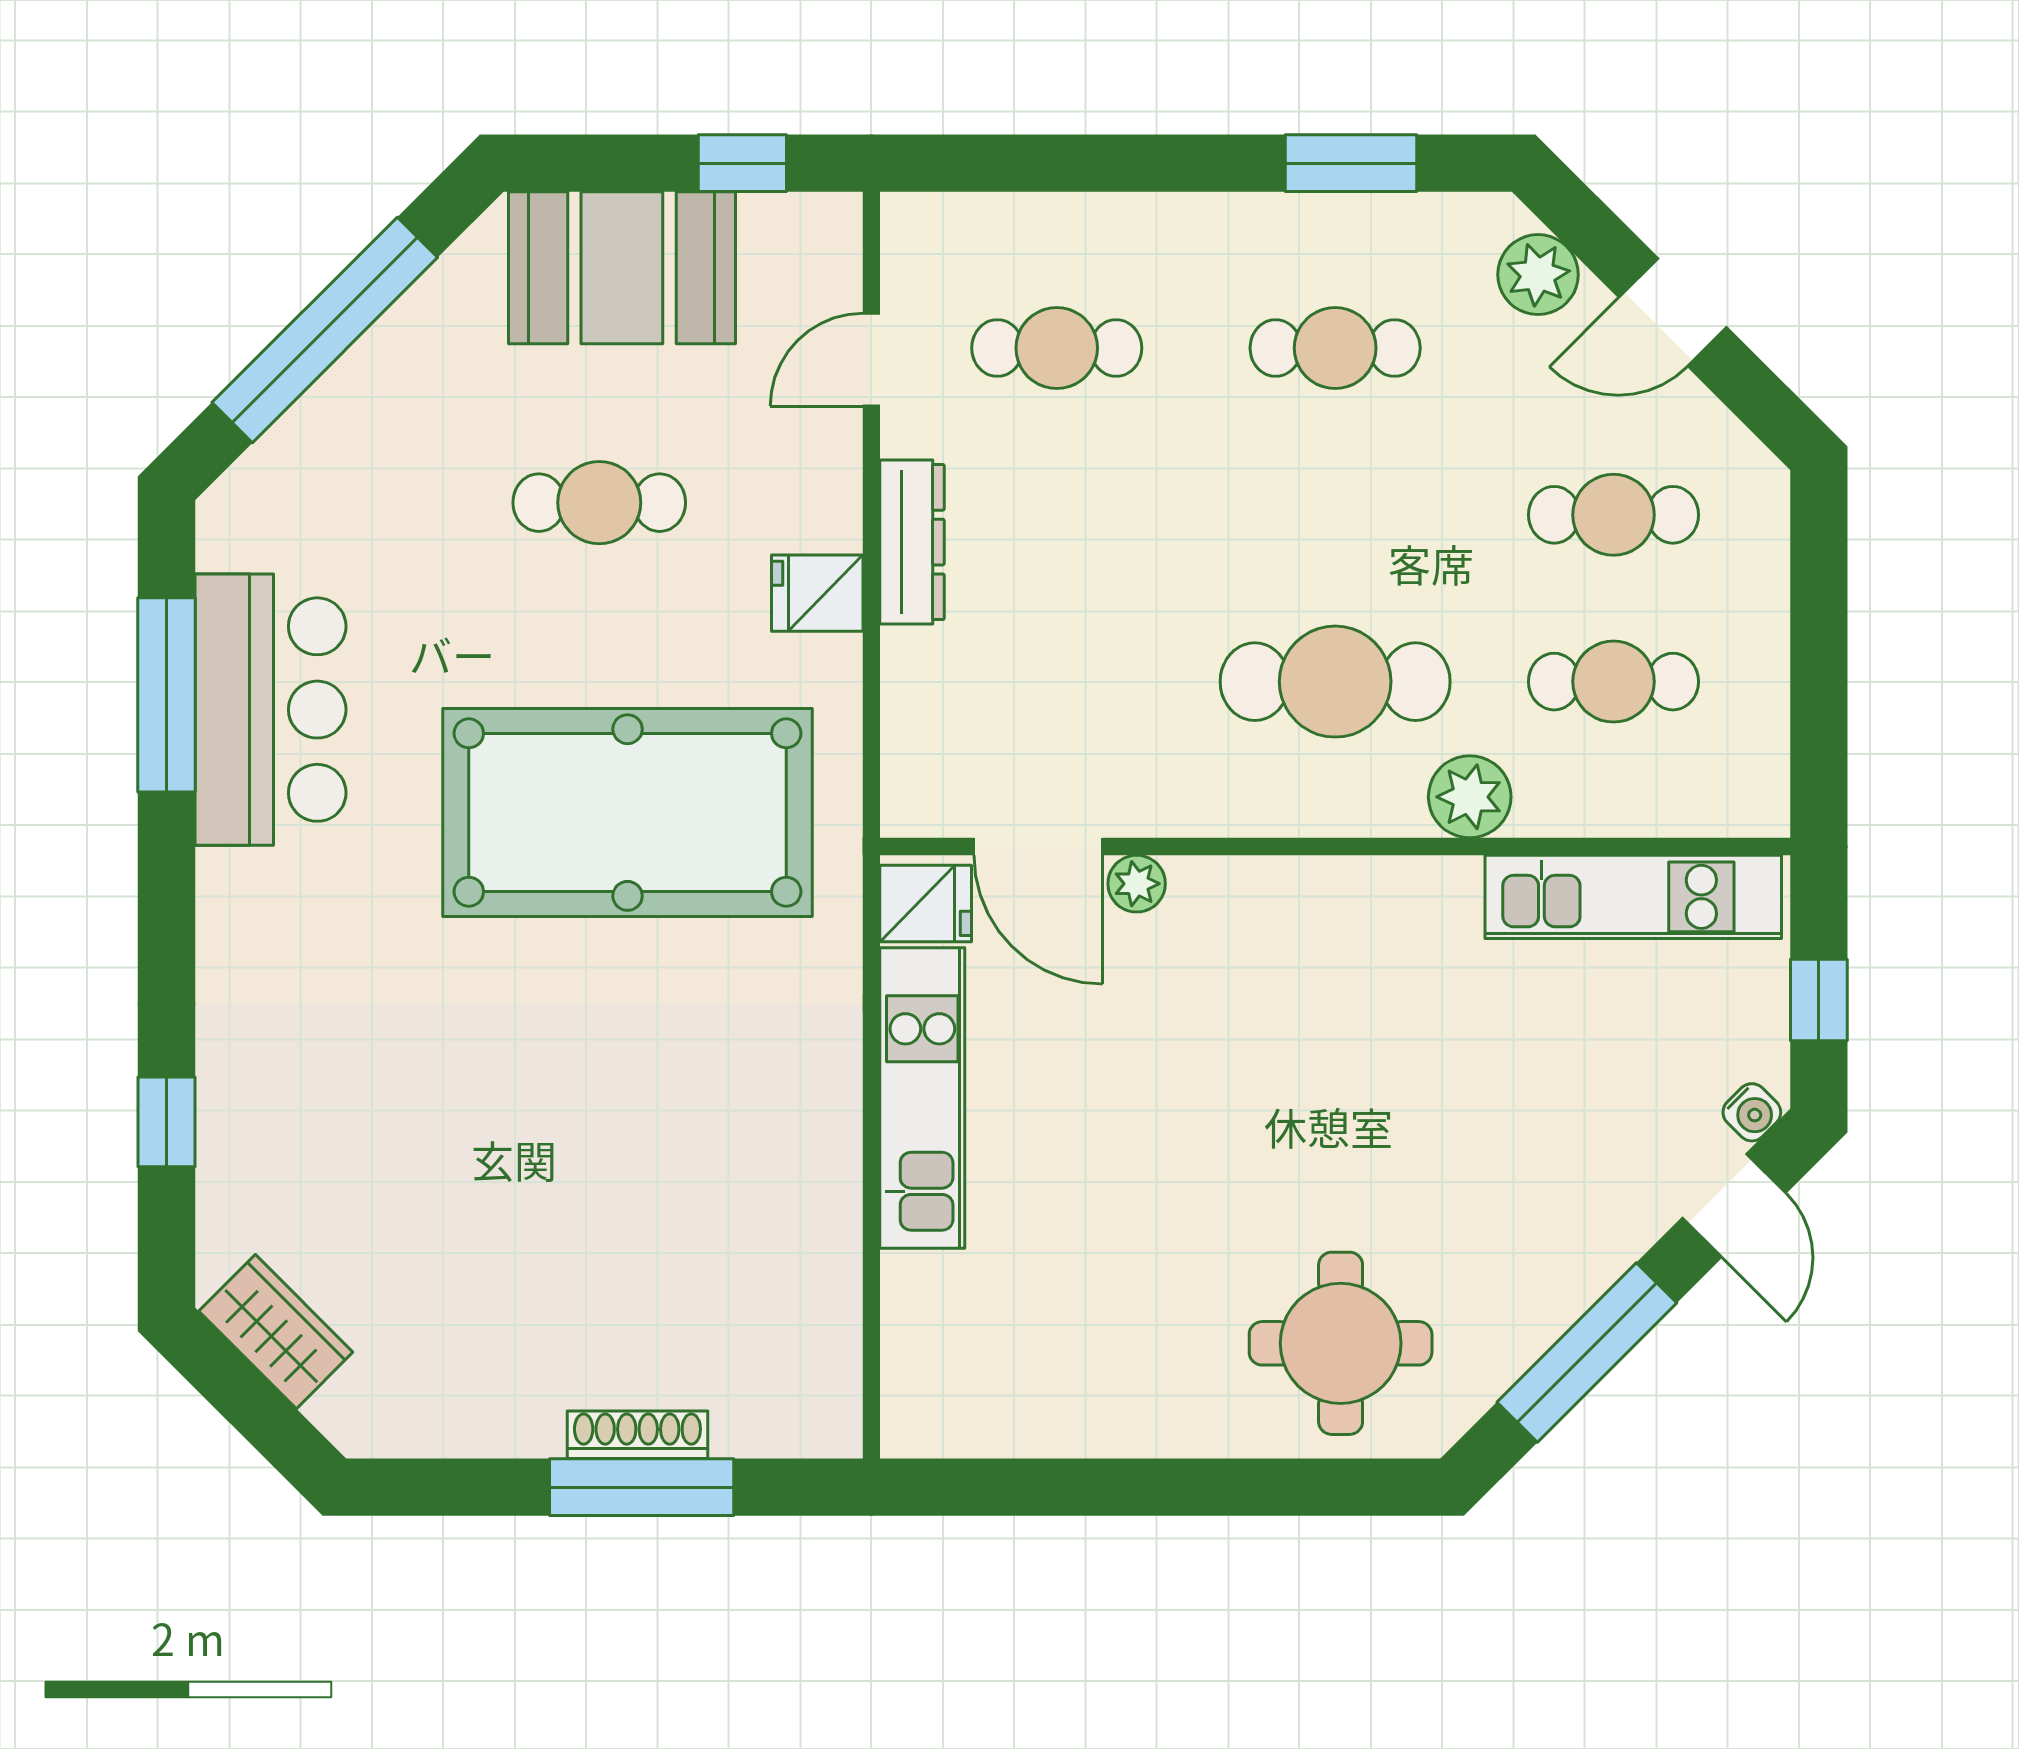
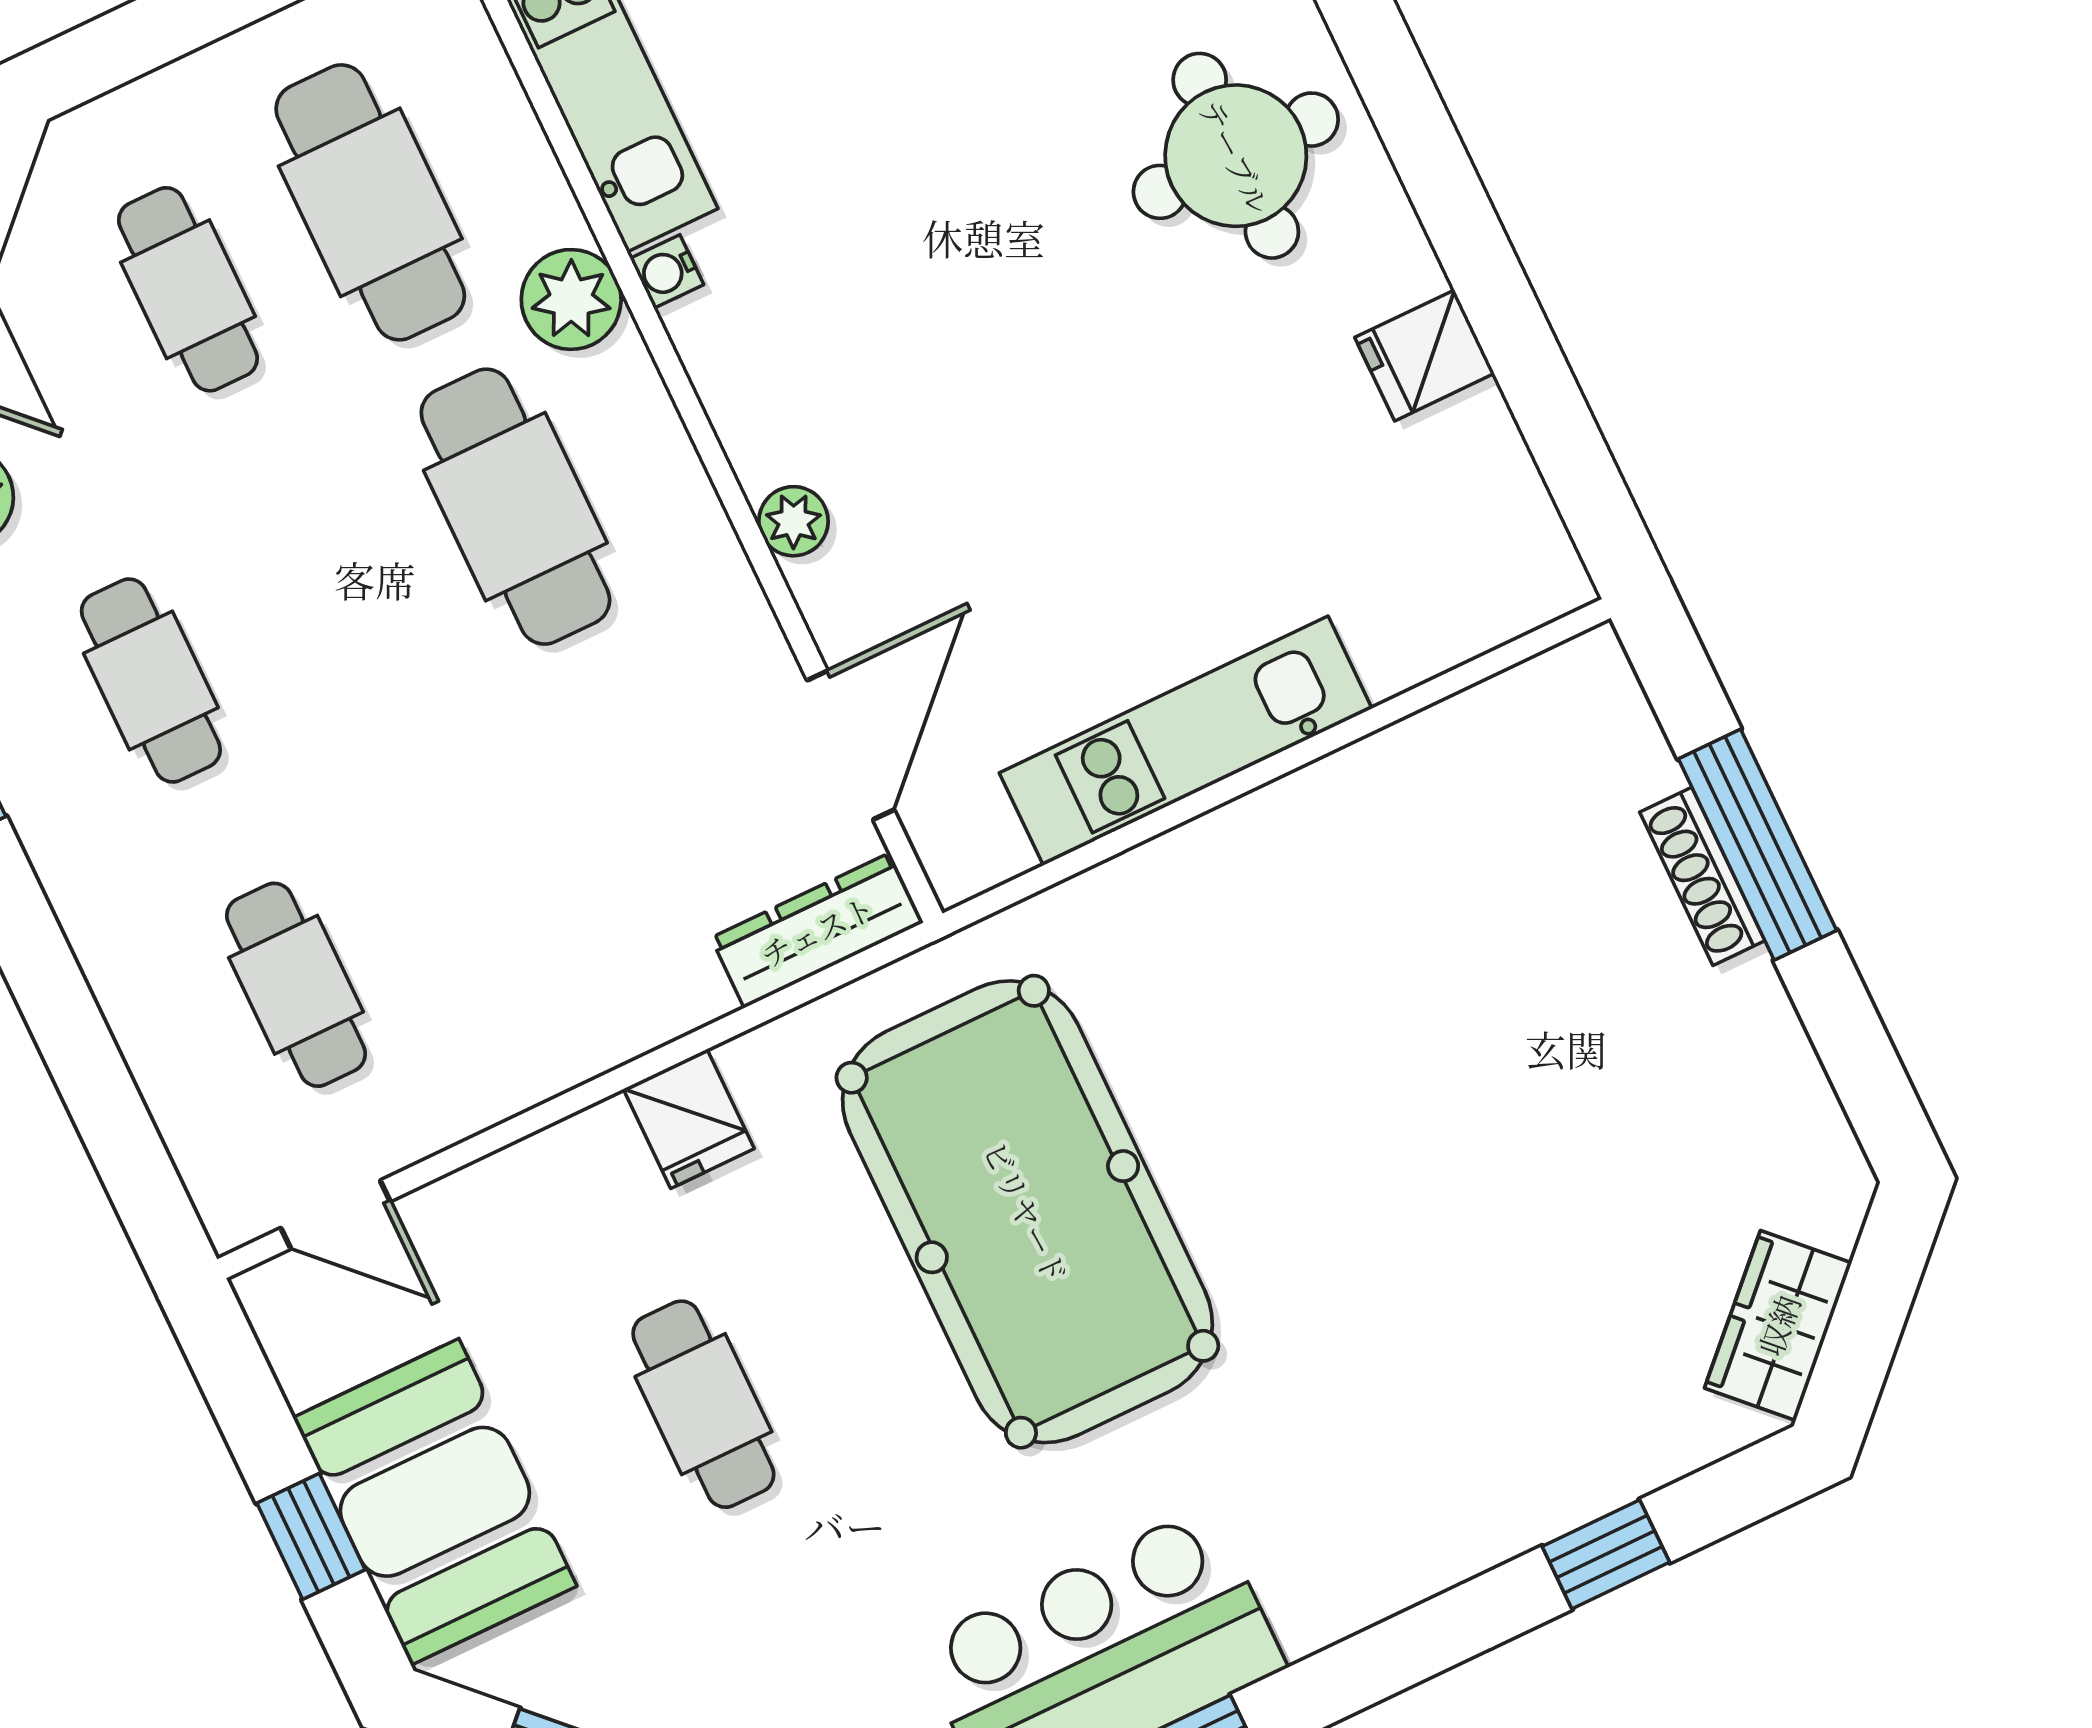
window: (742, 163) -> (311, 1536), moved
door: (871, 360) -> (335, 1215), moved
dresser: (912, 542) -> (817, 930), moved
cafe table: (1613, 682) -> (370, 202), width x1.37, depth x1.35
water cooler: (1457, 878) -> (667, 271), added
plant: (1137, 884) -> (793, 521), moved
fridge: (926, 904) -> (1425, 355), moved, turned -90

